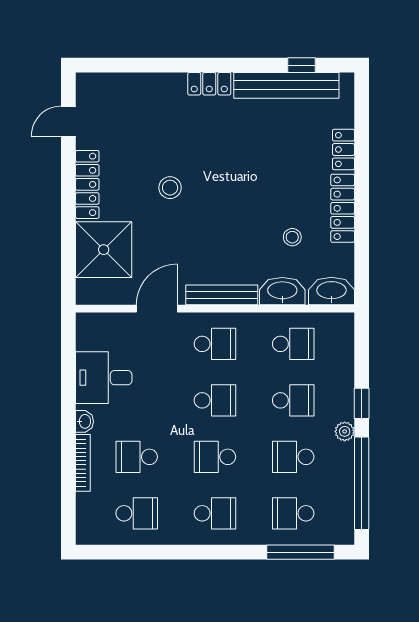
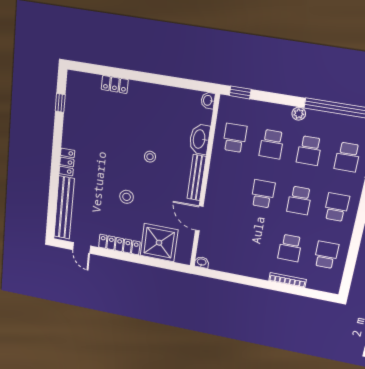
bench: (286, 85) -> (64, 208), moved
locker: (343, 208) -> (152, 91), removed
stool: (292, 237) -> (150, 157), moved
washbasin: (331, 291) -> (208, 100), width x0.52, depth x0.69
school desk: (215, 344) -> (227, 187), removed
desk: (104, 378) -> (237, 258), removed
school desk: (293, 400) -> (272, 144), turned 180
window: (362, 403) -> (240, 92), moved
washbasin: (84, 421) -> (202, 262), moved

